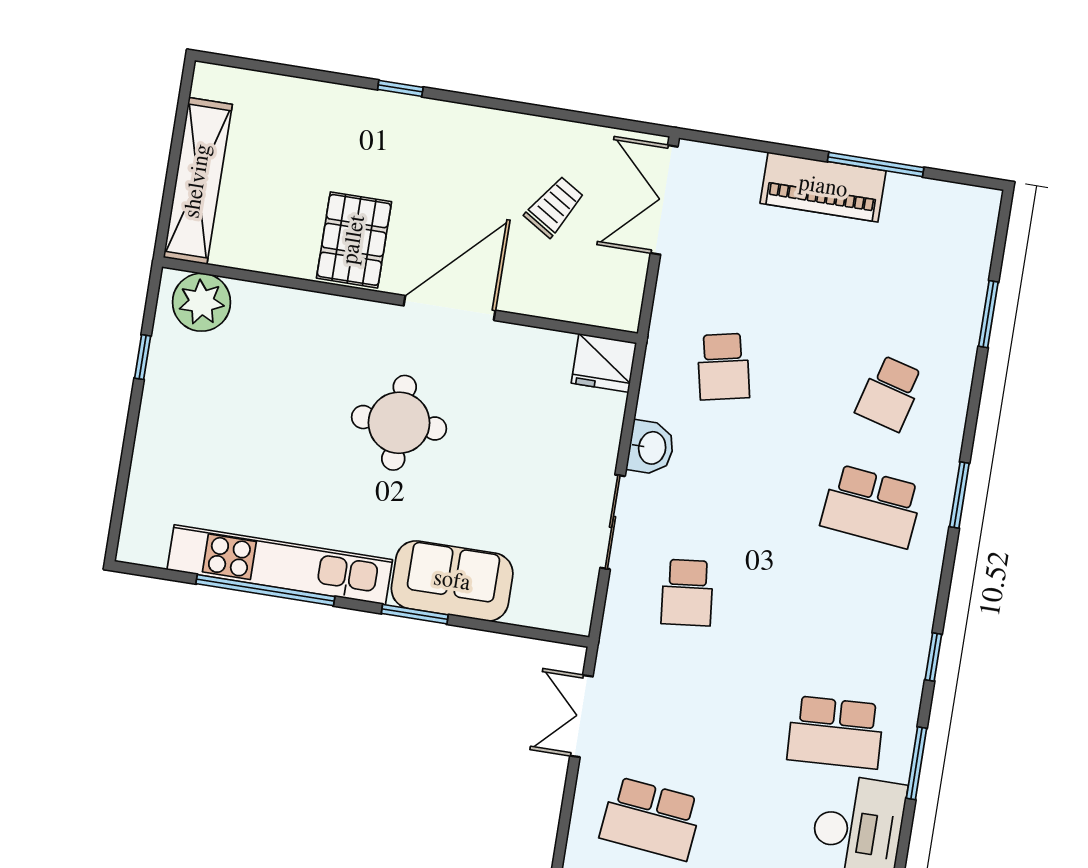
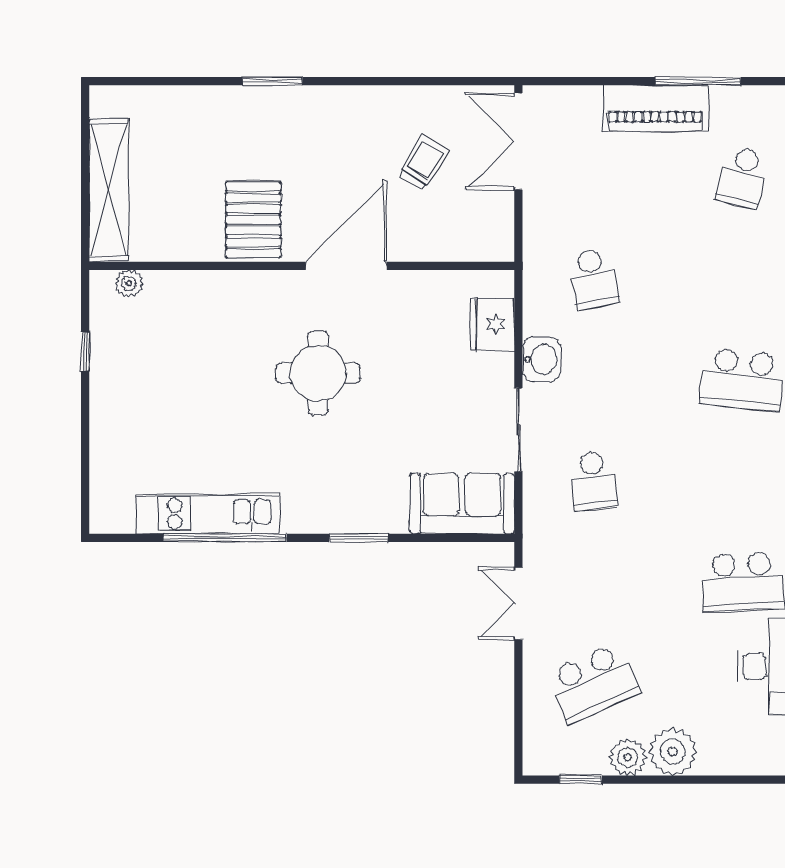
window: (400, 88) -> (273, 81), width x1.50
plant: (201, 302) -> (129, 283), width x0.53, depth x0.53
fridge: (604, 363) -> (492, 324), moved, turned 90
school desk: (890, 393) -> (742, 177), moved
kitchen unit: (280, 565) -> (208, 514), width x0.73
sofa: (452, 581) -> (462, 504), moved
school desk: (651, 819) -> (593, 683), turned -30

